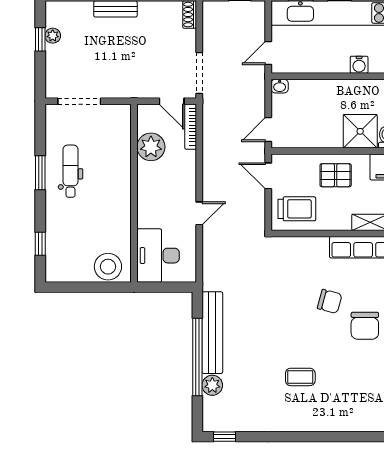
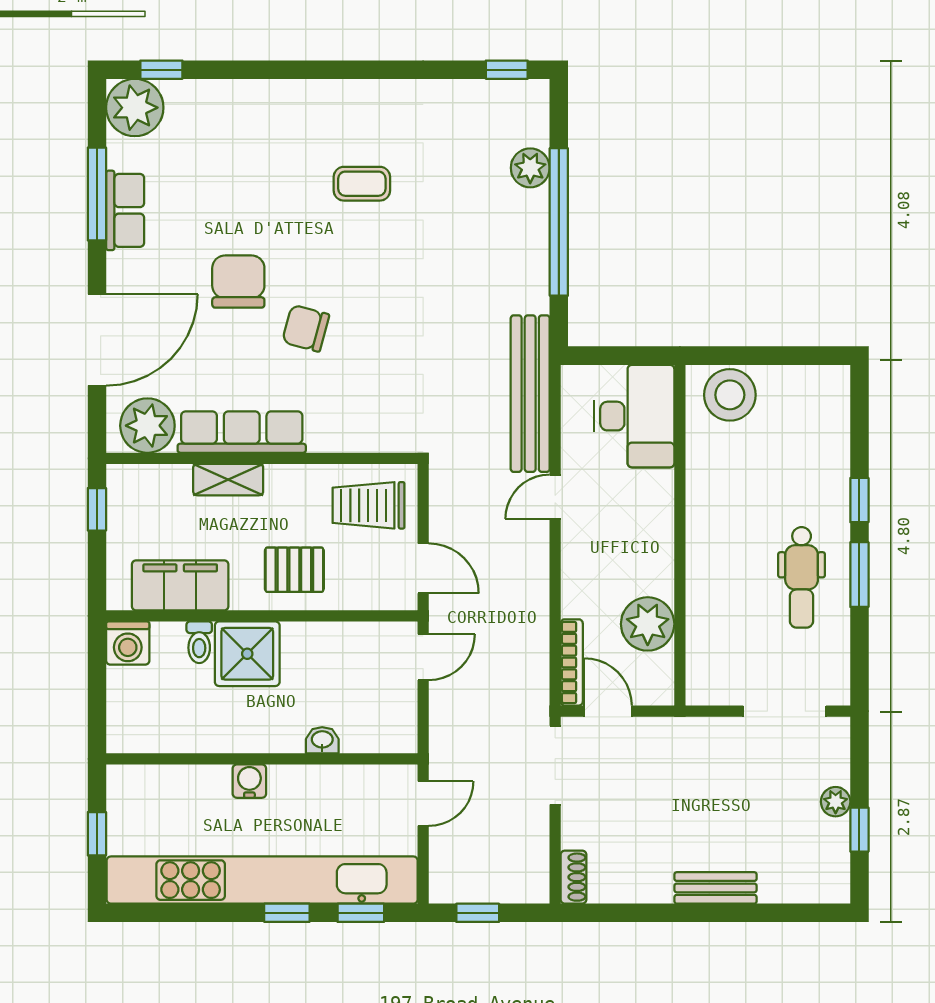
plant: (53, 36) -> (836, 802), moved
washbasin: (280, 86) -> (322, 740), moved
window: (40, 244) -> (859, 500), moved
bench: (212, 333) -> (530, 394), moved

